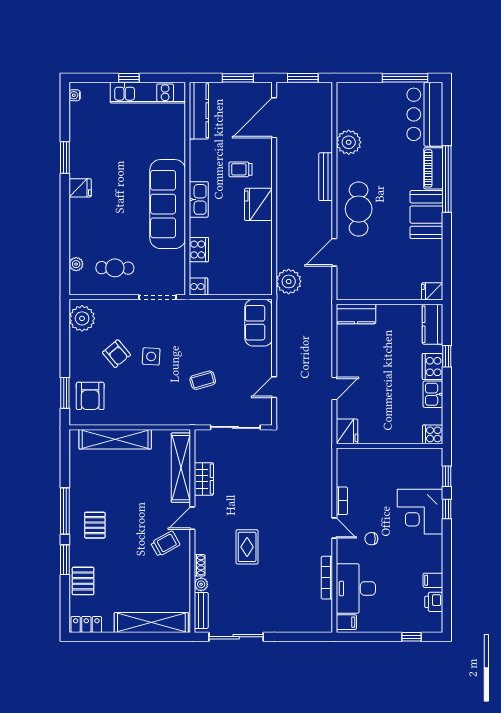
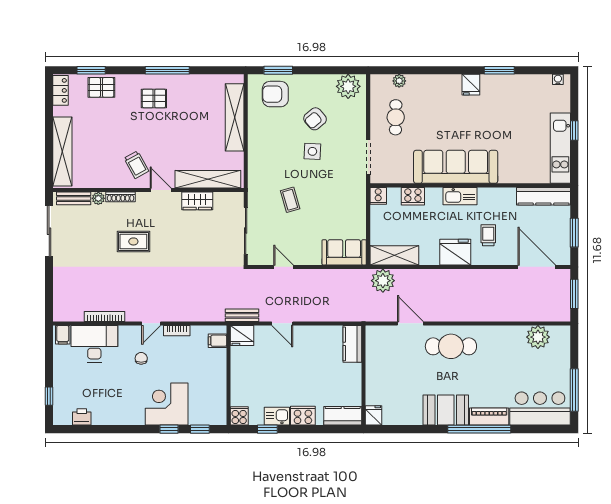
plant: (349, 142) -> (538, 337), moved
bench: (326, 177) -> (242, 315), moved, width x0.73
shelving: (262, 269) -> (394, 255), added
window: (447, 356) -> (267, 429), moved
window: (65, 560) -> (91, 70), moved
shoe rack: (200, 565) -> (121, 197), width x1.43
filing cabinet: (433, 580) -> (217, 341), moved, turned -90

